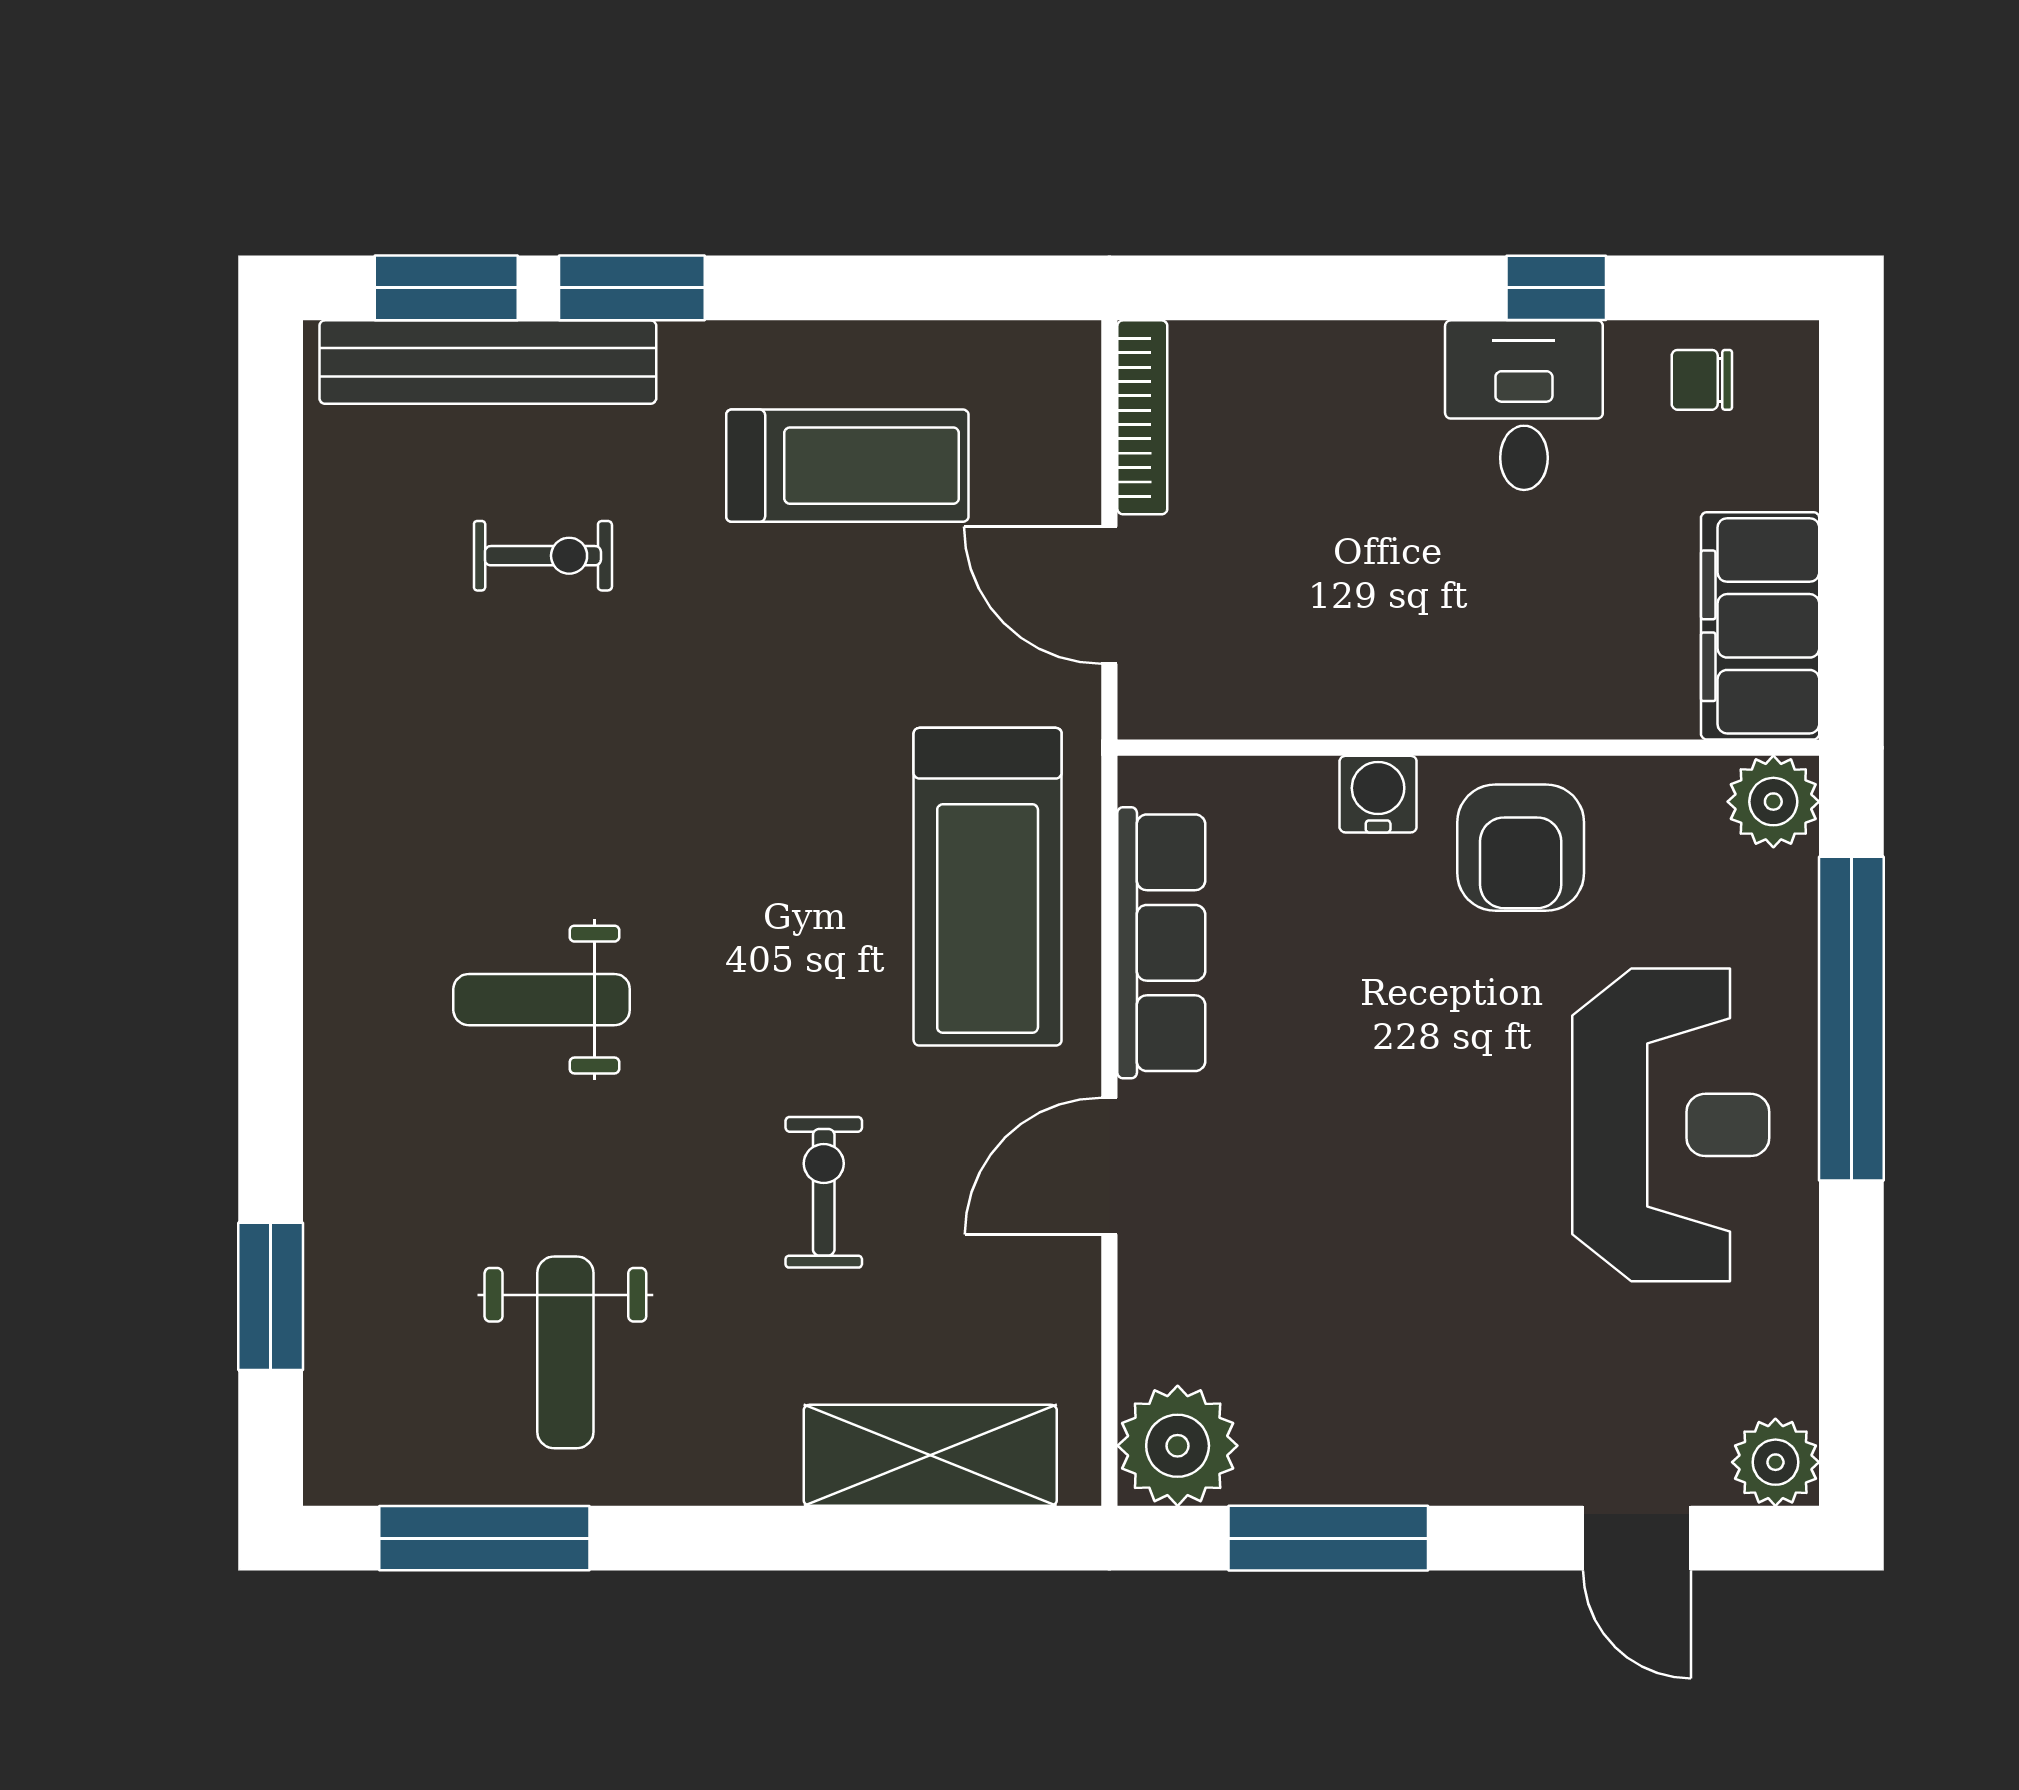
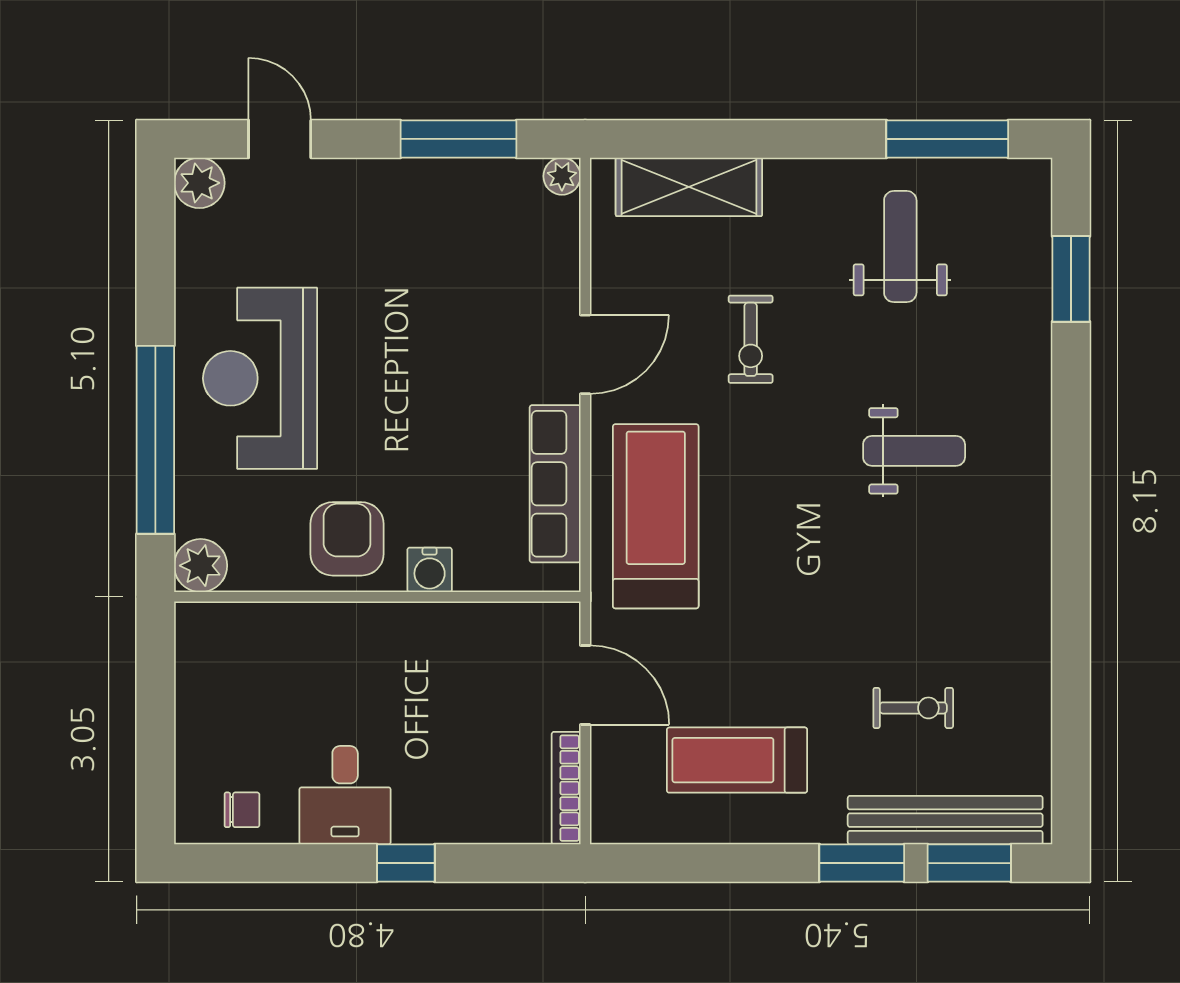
window: (1556, 288) -> (406, 863), moved
exercise bike: (543, 556) -> (913, 708), turned 180
filing cabinet: (1760, 626) -> (208, 667), removed
plant: (1178, 1446) -> (562, 176), width x0.53, depth x0.53

